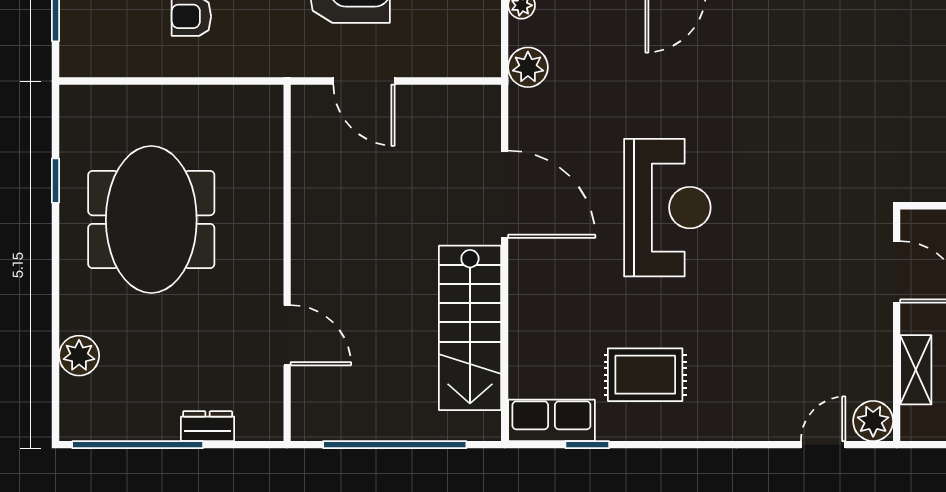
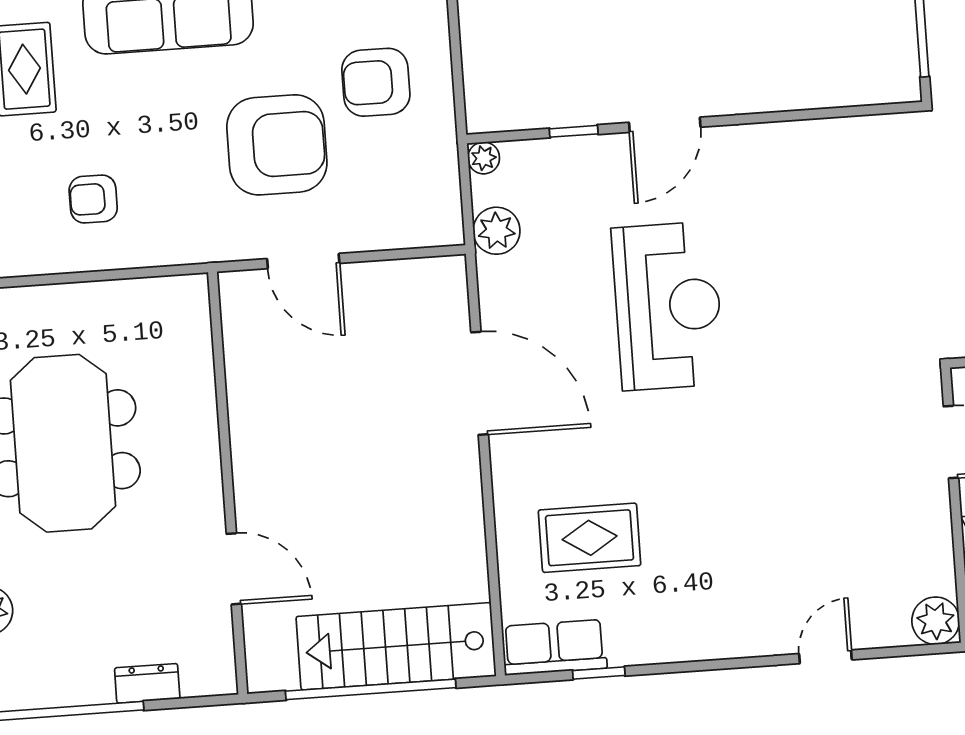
reception desk: (667, 208) -> (668, 306), moved
stairs: (470, 328) -> (396, 646), moved, turned 90
rug: (645, 375) -> (590, 538), moved
door: (823, 445) -> (825, 657), moved

